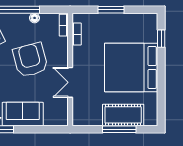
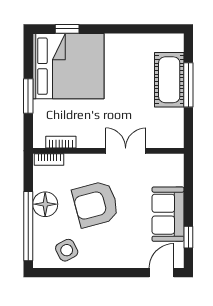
floor lamp: (35, 18) -> (45, 204), width x1.89, depth x1.89
bed: (131, 67) -> (68, 66), moved, turned -90
double door: (70, 82) -> (126, 151), swing flipped

